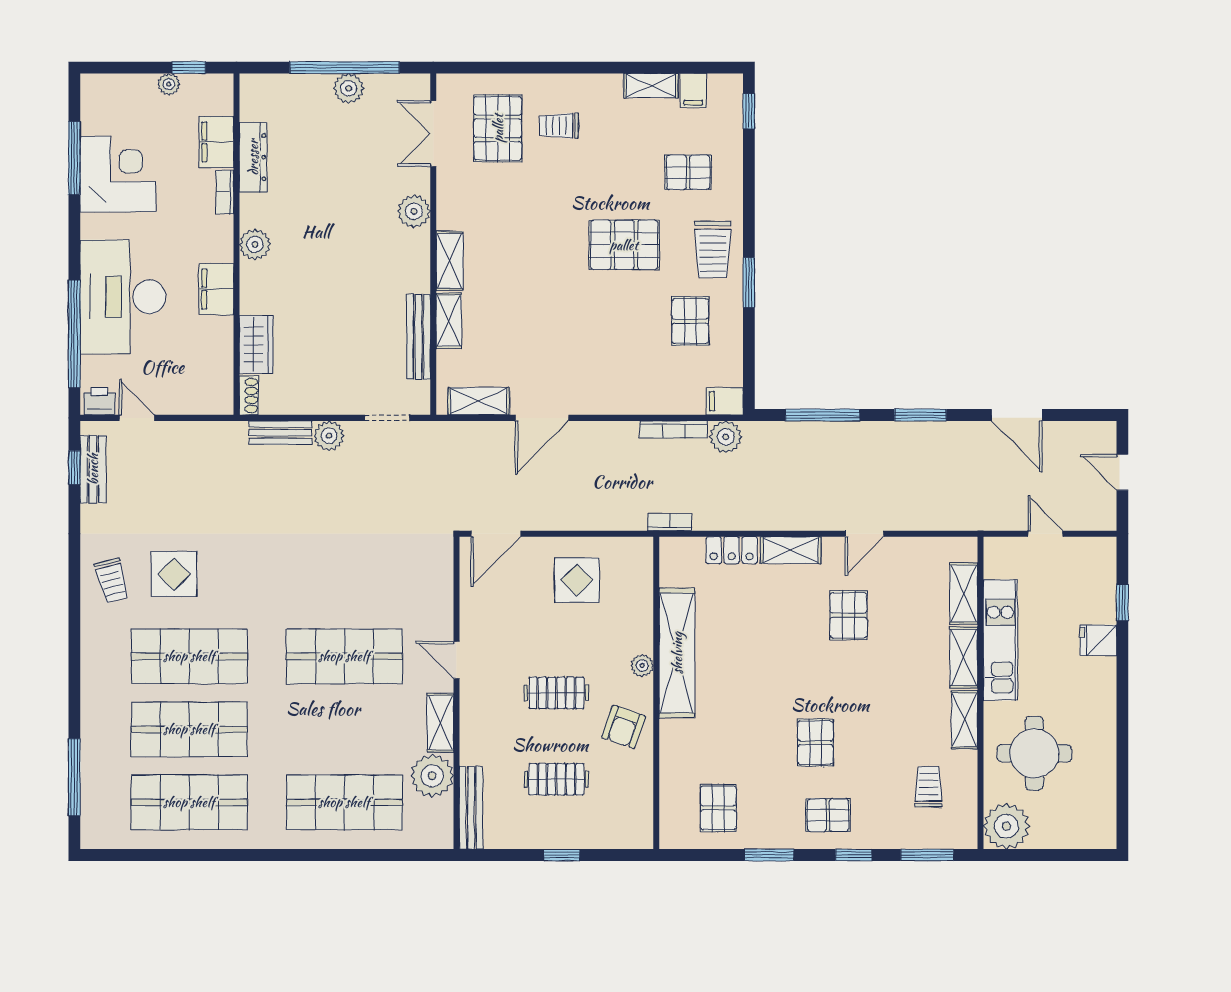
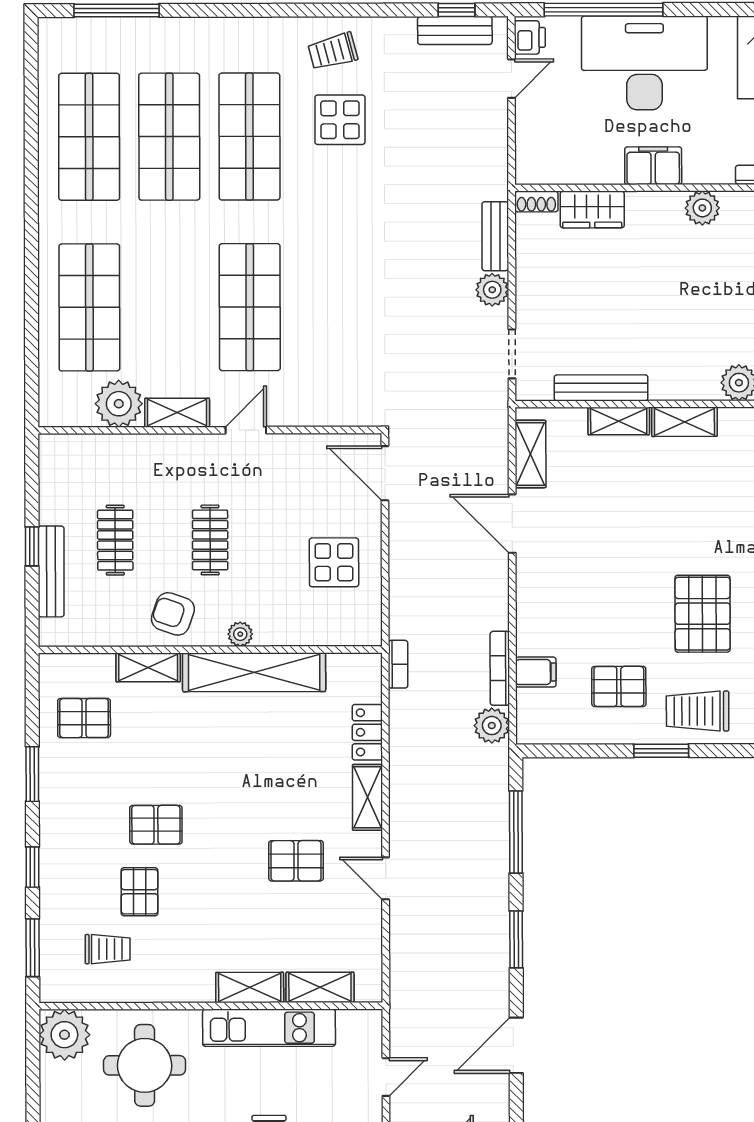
filing cabinet: (725, 401) -> (536, 672), moved, turned 90
shelving: (964, 720) -> (148, 667), moved
bench: (471, 808) -> (51, 571), moved, turned 90
pallet: (828, 815) -> (140, 892), moved

